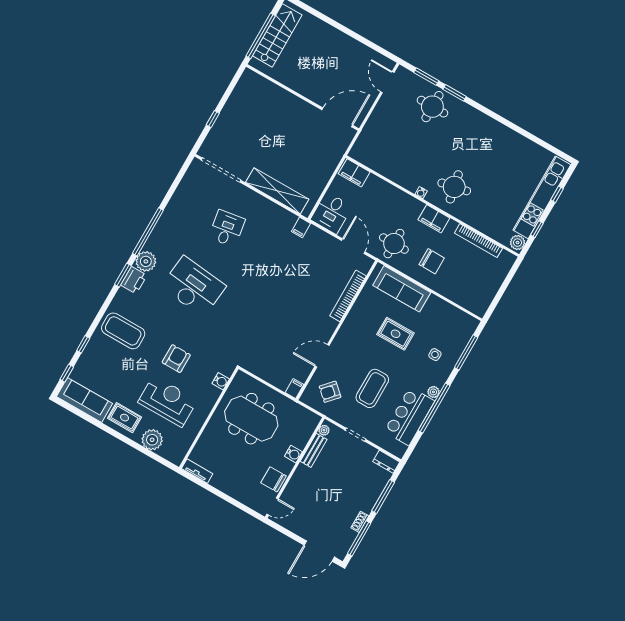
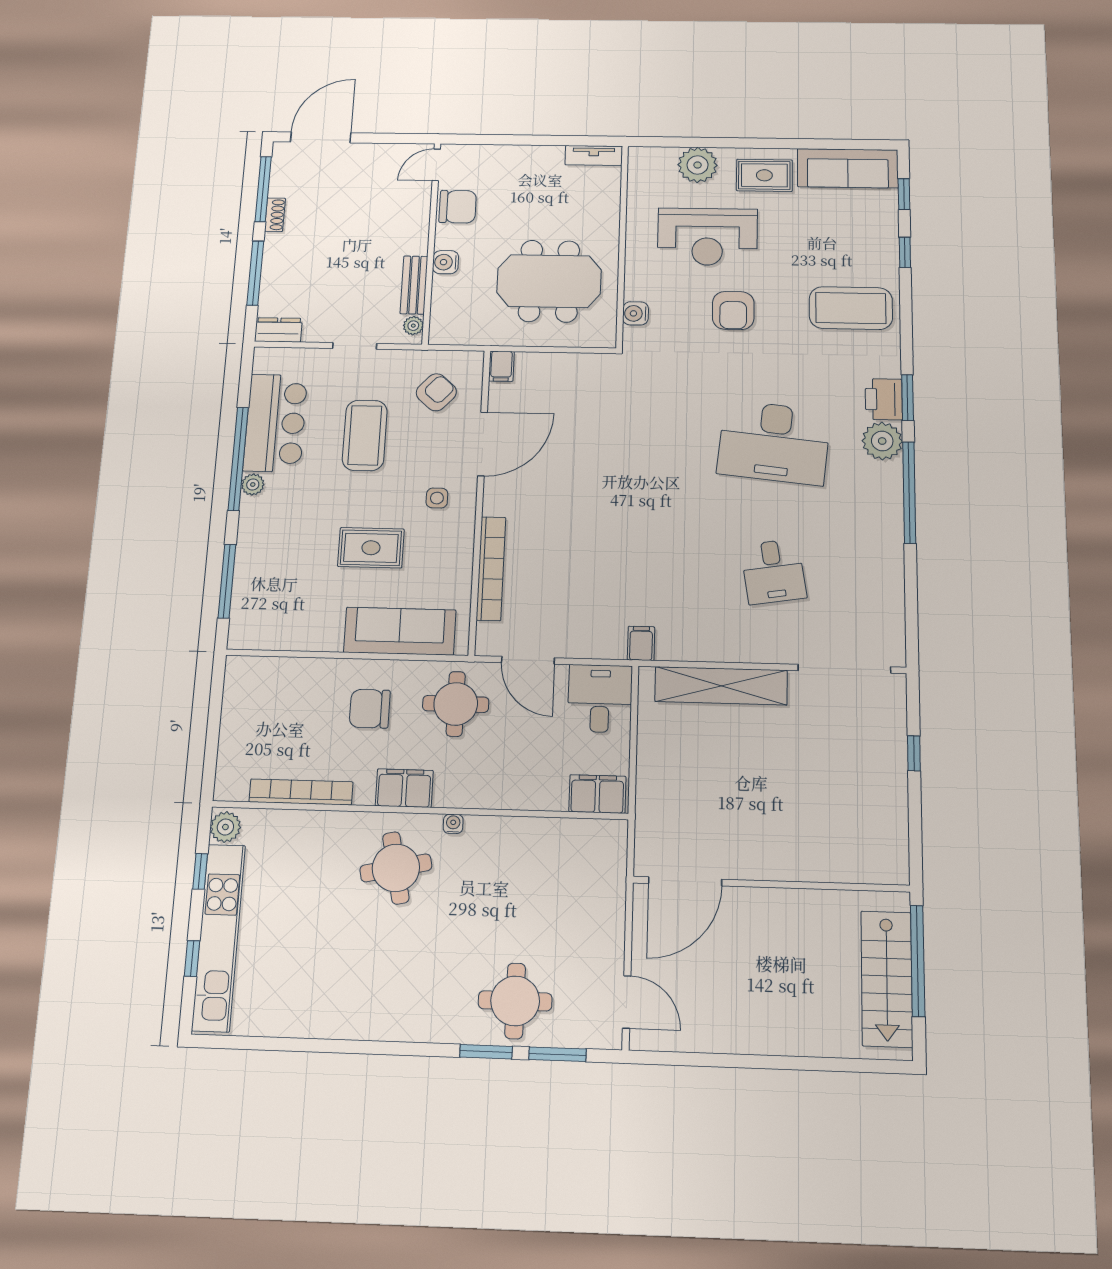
side table: (435, 355) -> (437, 498), moved
door: (322, 356) -> (482, 444), width x1.36

